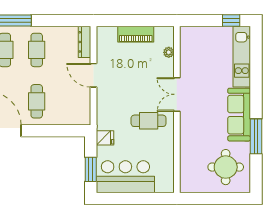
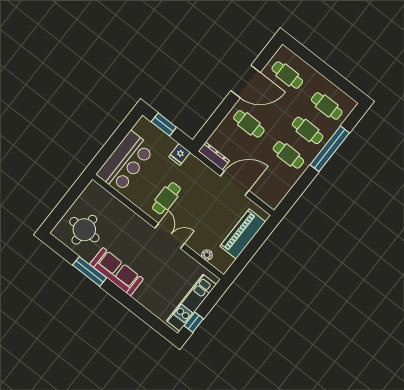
piano: (136, 34) -> (243, 234), width x1.37, depth x1.33
dresser: (85, 42) -> (214, 156), moved
kitchen unit: (242, 57) -> (191, 303), moved, turned -90
door: (94, 75) -> (235, 183), width x1.36
bar counter: (125, 177) -> (126, 162), moved

